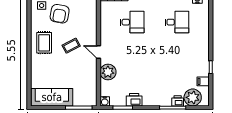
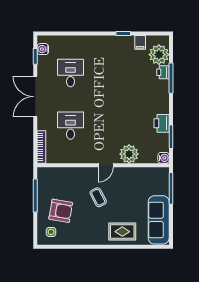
rug: (44, 43) -> (122, 232), moved

